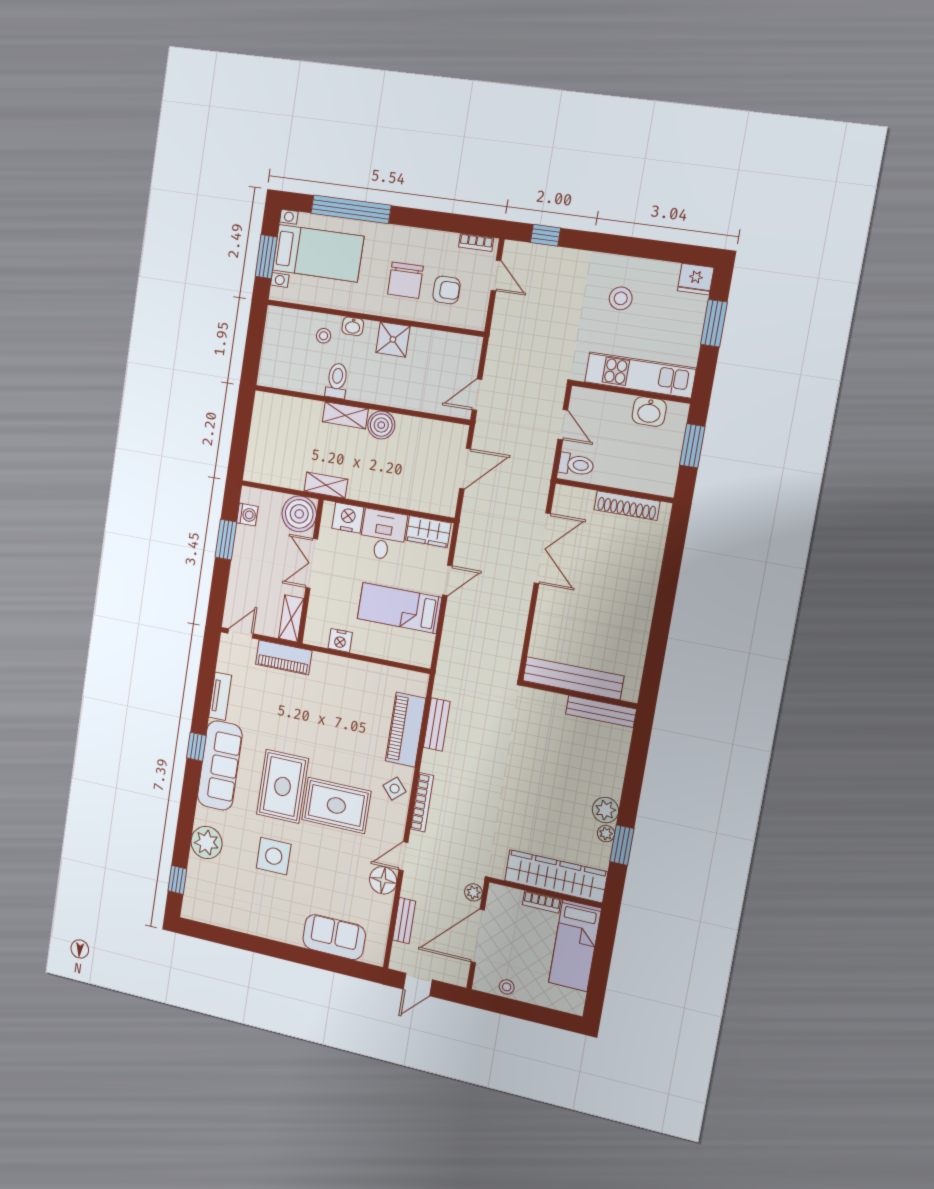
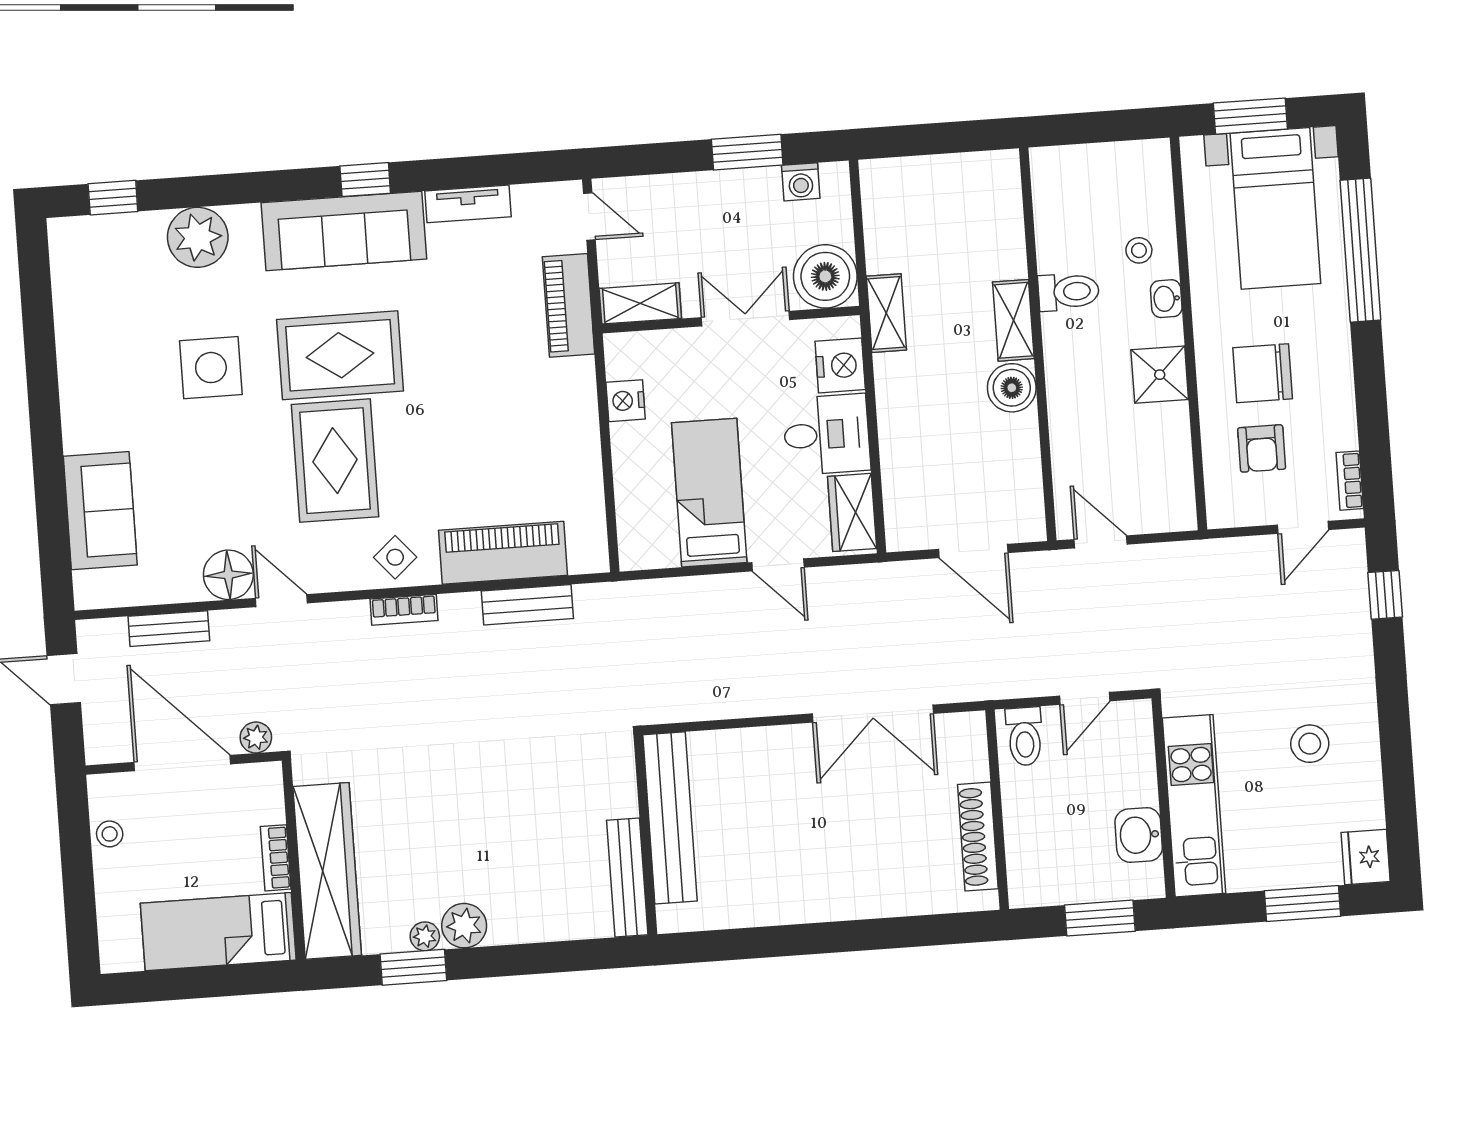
bookcase: (422, 802) -> (404, 610), width x0.64

